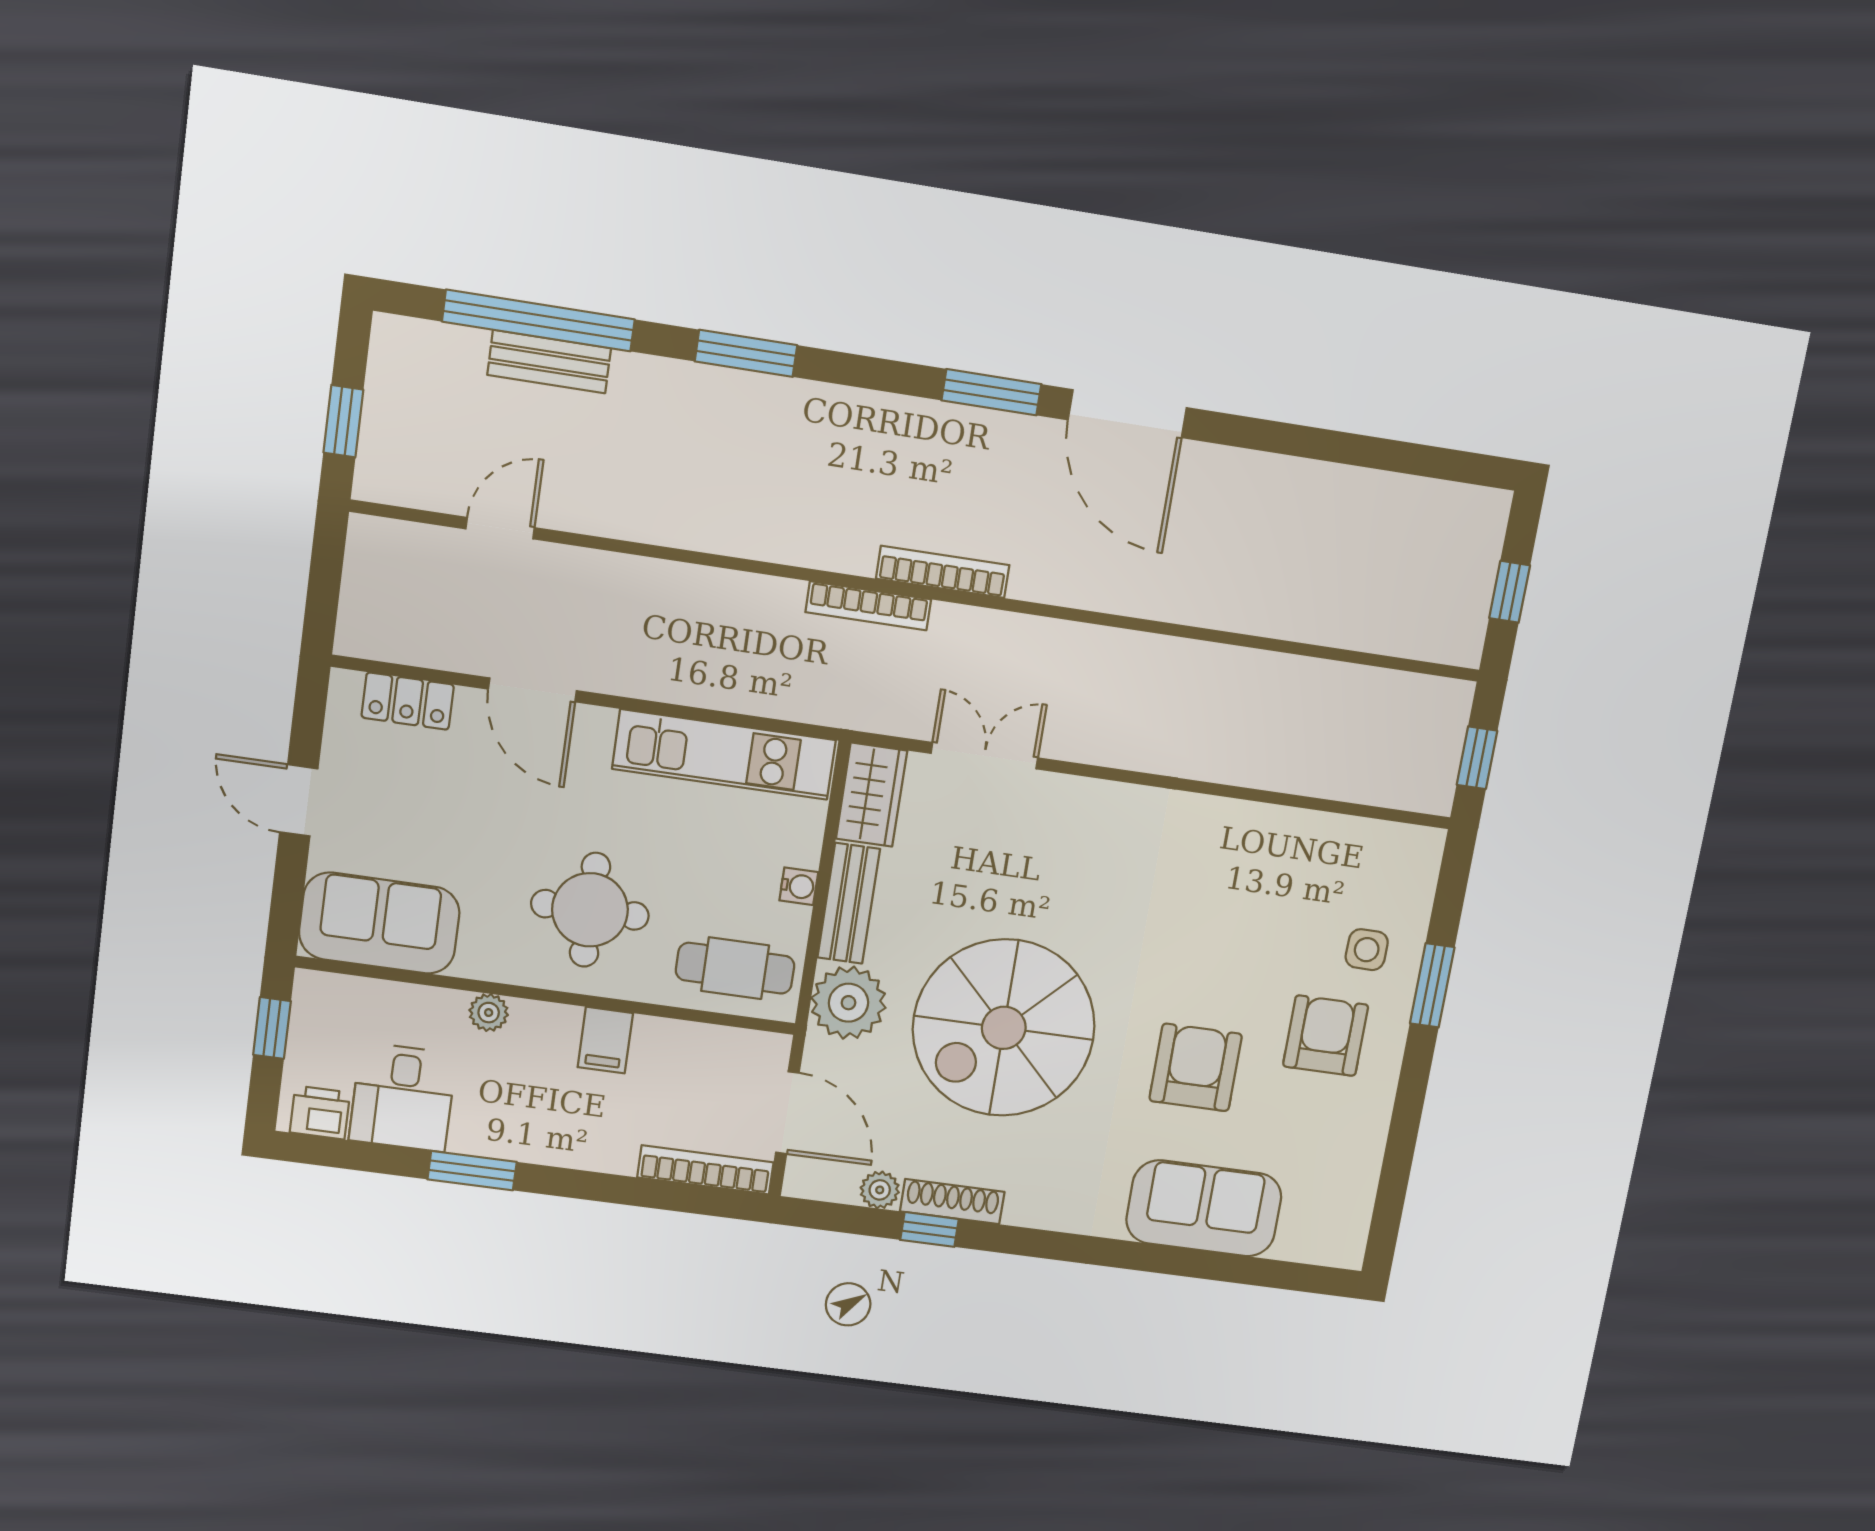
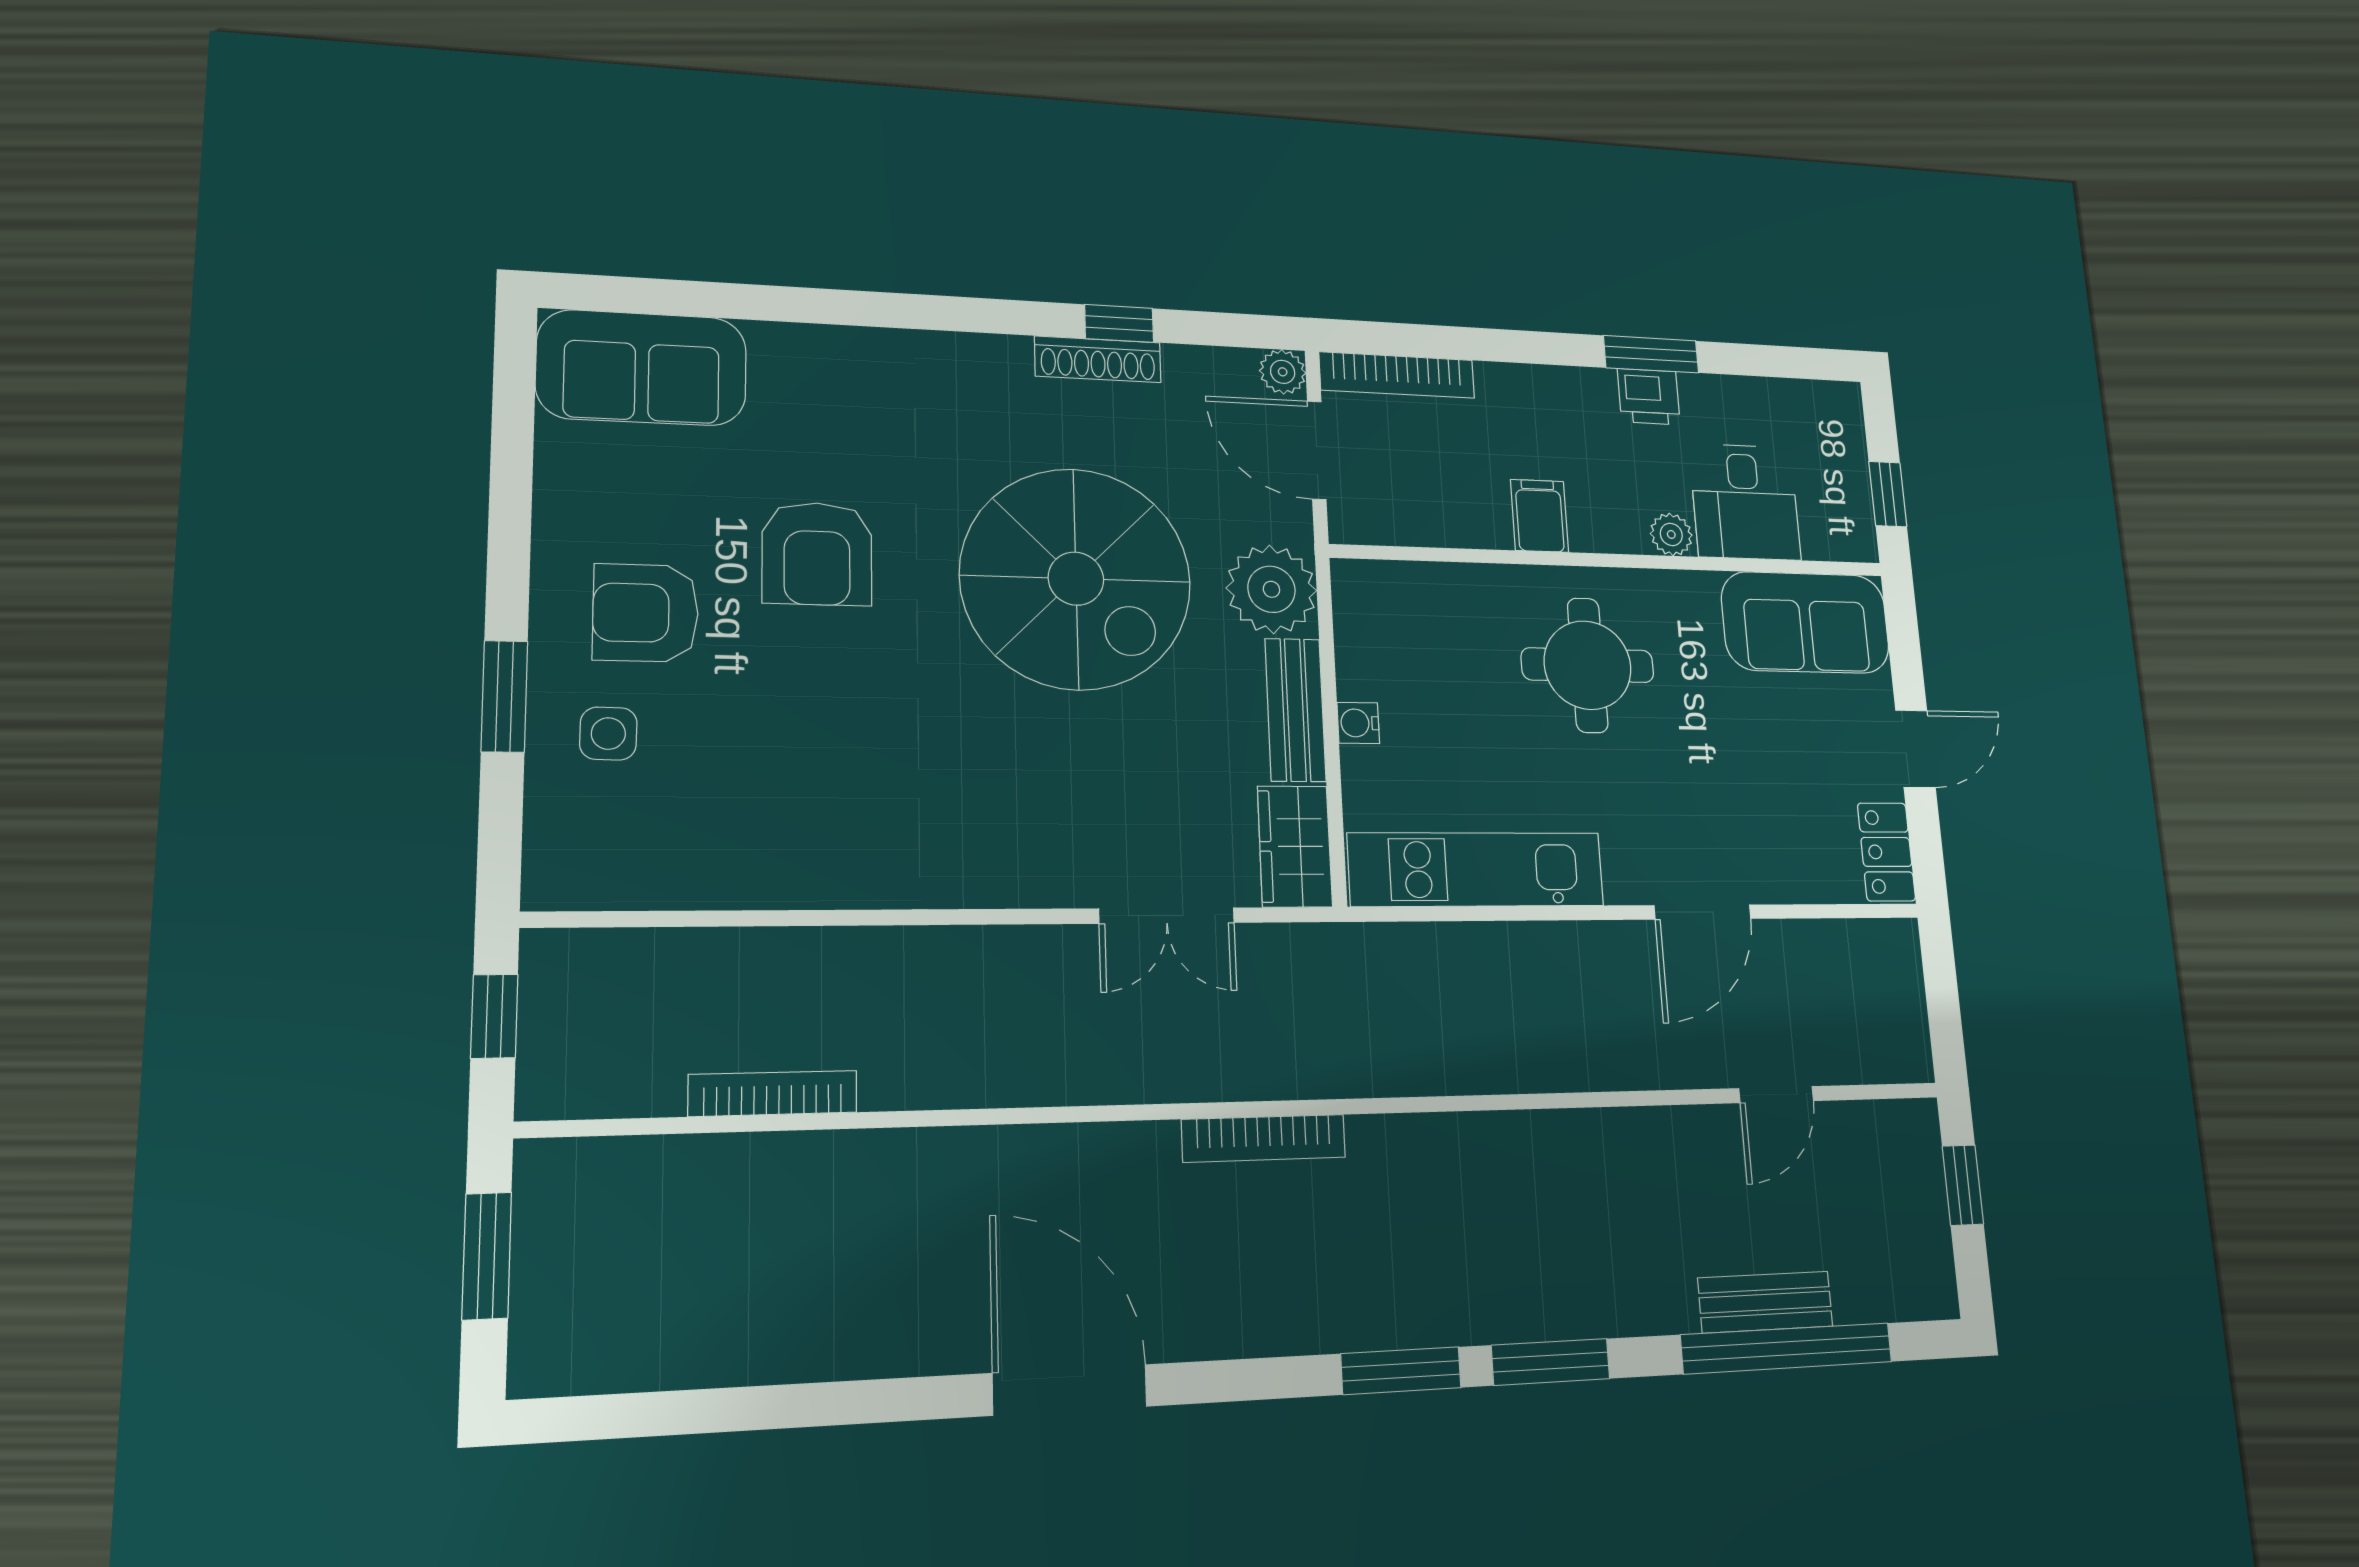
window: (991, 392) -> (1401, 1371), moved
window: (1510, 592) -> (487, 1256), width x1.50
bookcase: (868, 606) -> (773, 1093), moved
door: (532, 690) -> (1703, 912), swing flipped
locker: (408, 701) -> (1886, 852), moved, turned -90
door: (299, 800) -> (1915, 749), hinge flipped
cafe table: (735, 968) -> (1412, 616), removed
spiral stairs: (1004, 1028) -> (1076, 579), turned 90
armchair: (1326, 1036) -> (646, 613), turned 90
desk: (403, 1097) -> (1745, 502), moved, turned 180
printer: (320, 1113) -> (1649, 397), moved
plant: (880, 1190) -> (1283, 372), moved
sofa: (1204, 1208) -> (642, 368), moved

